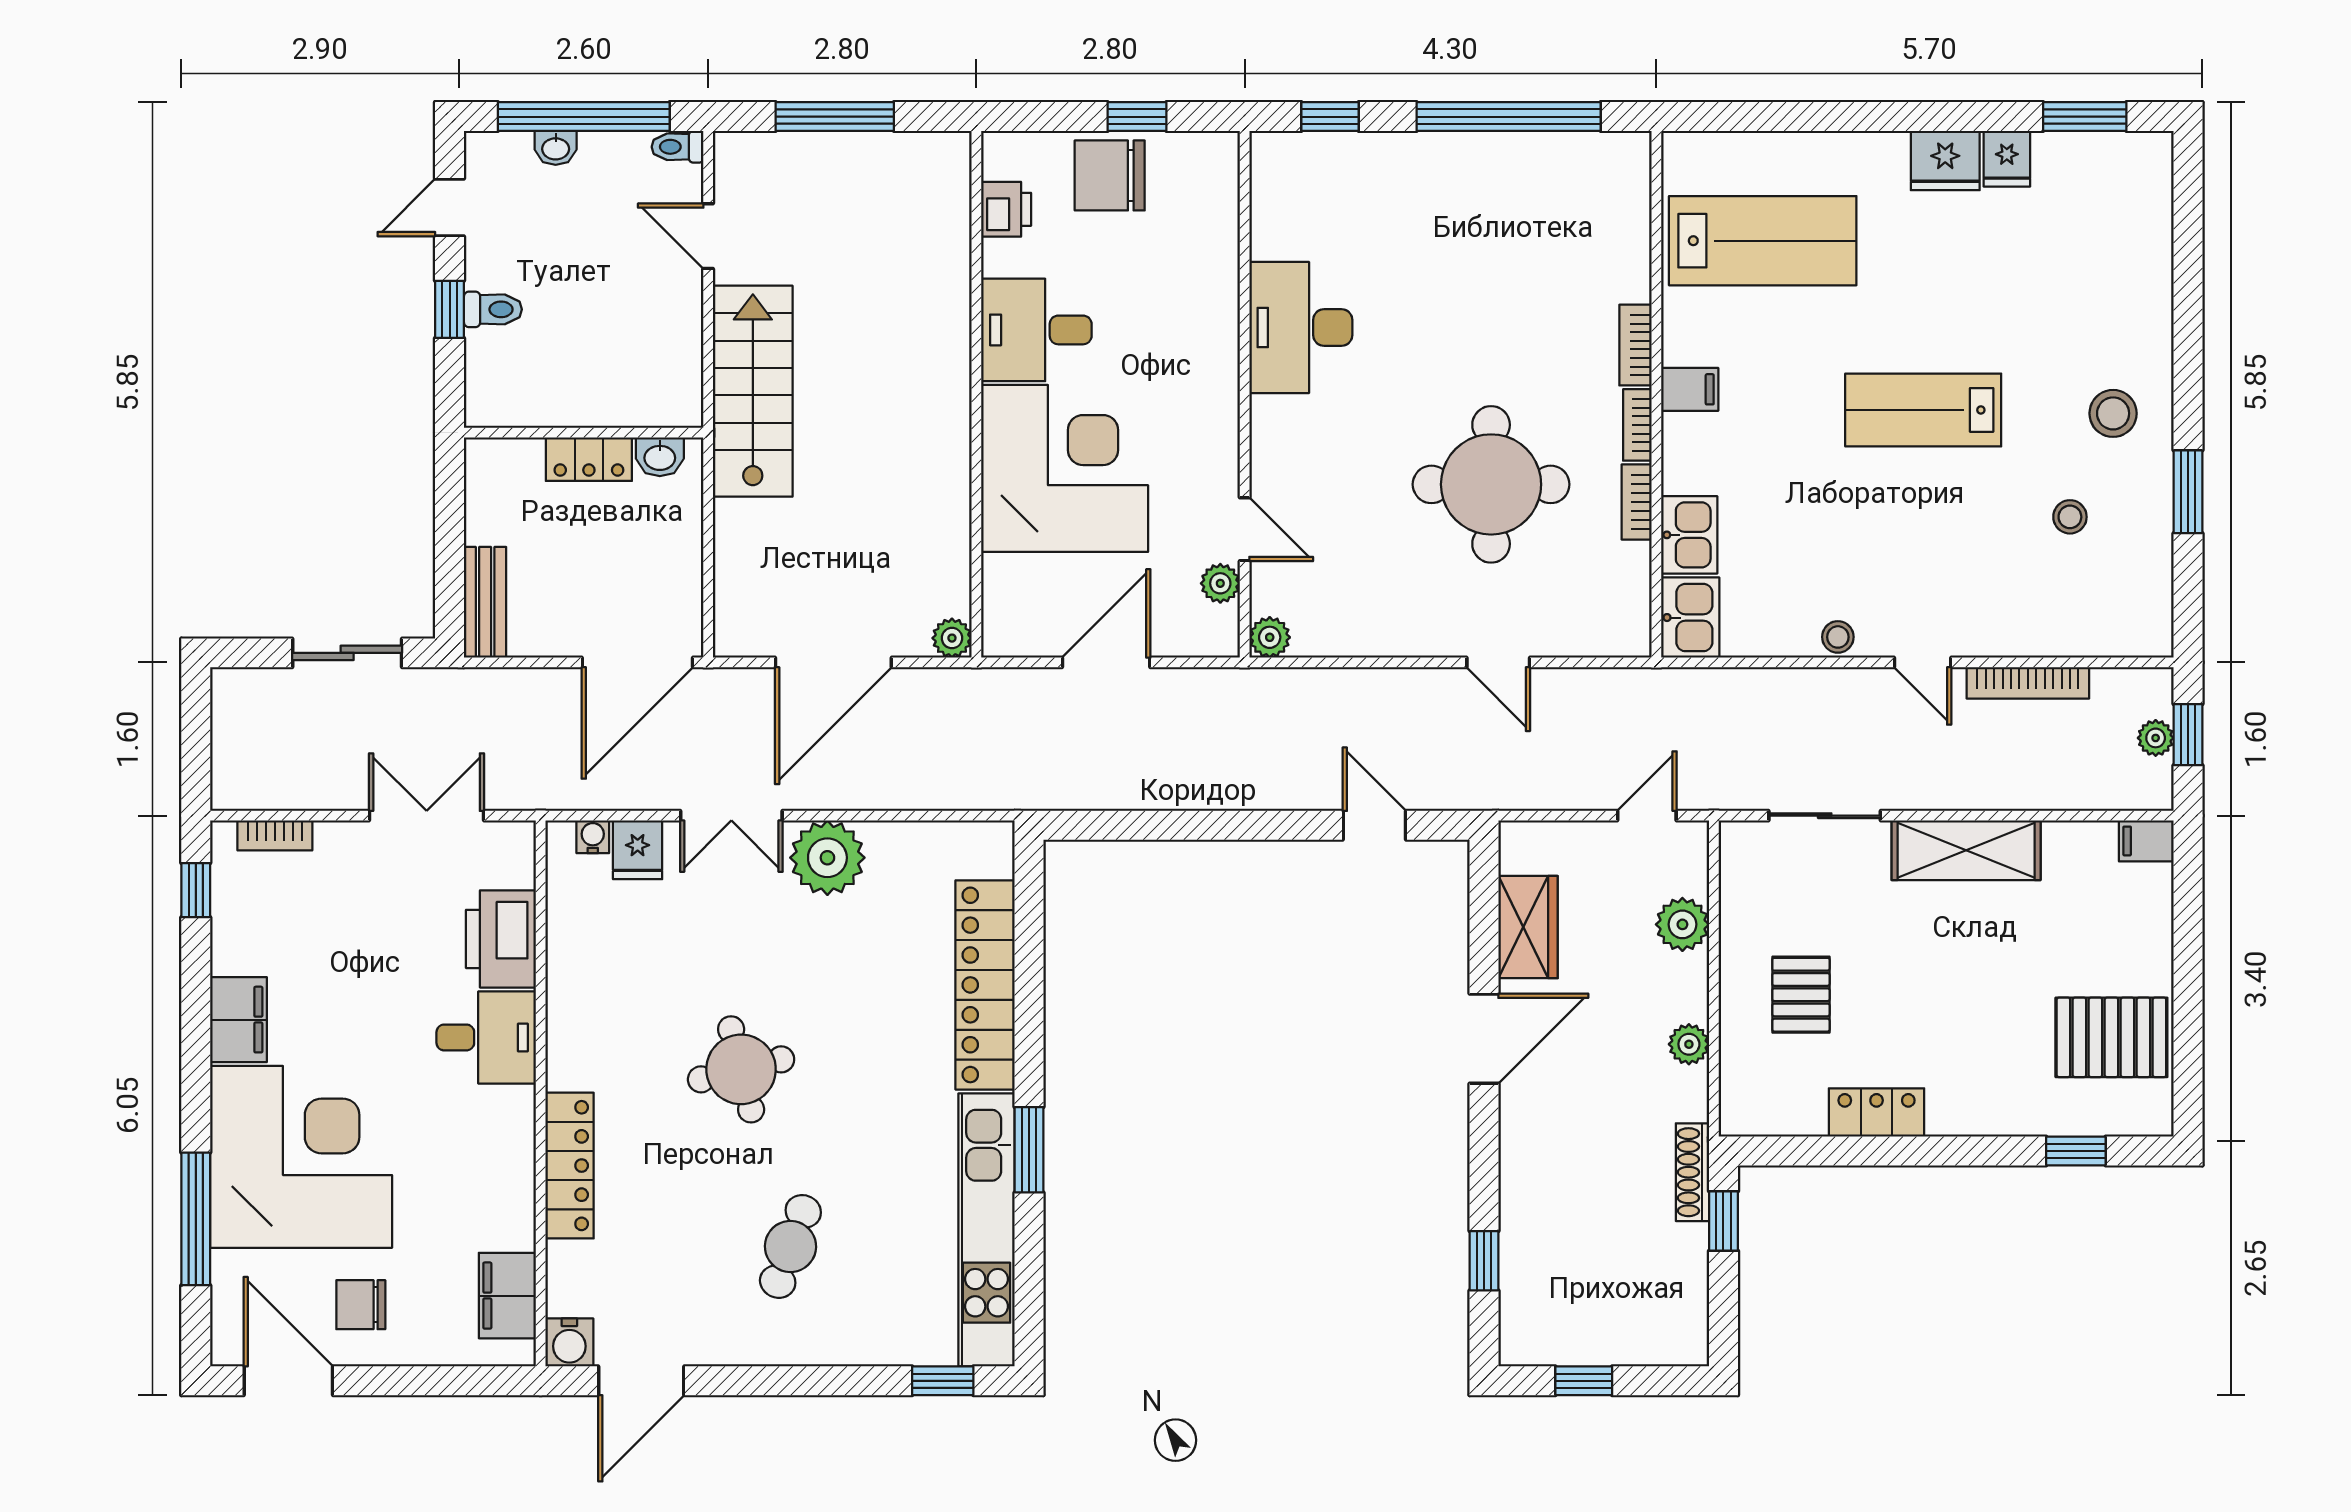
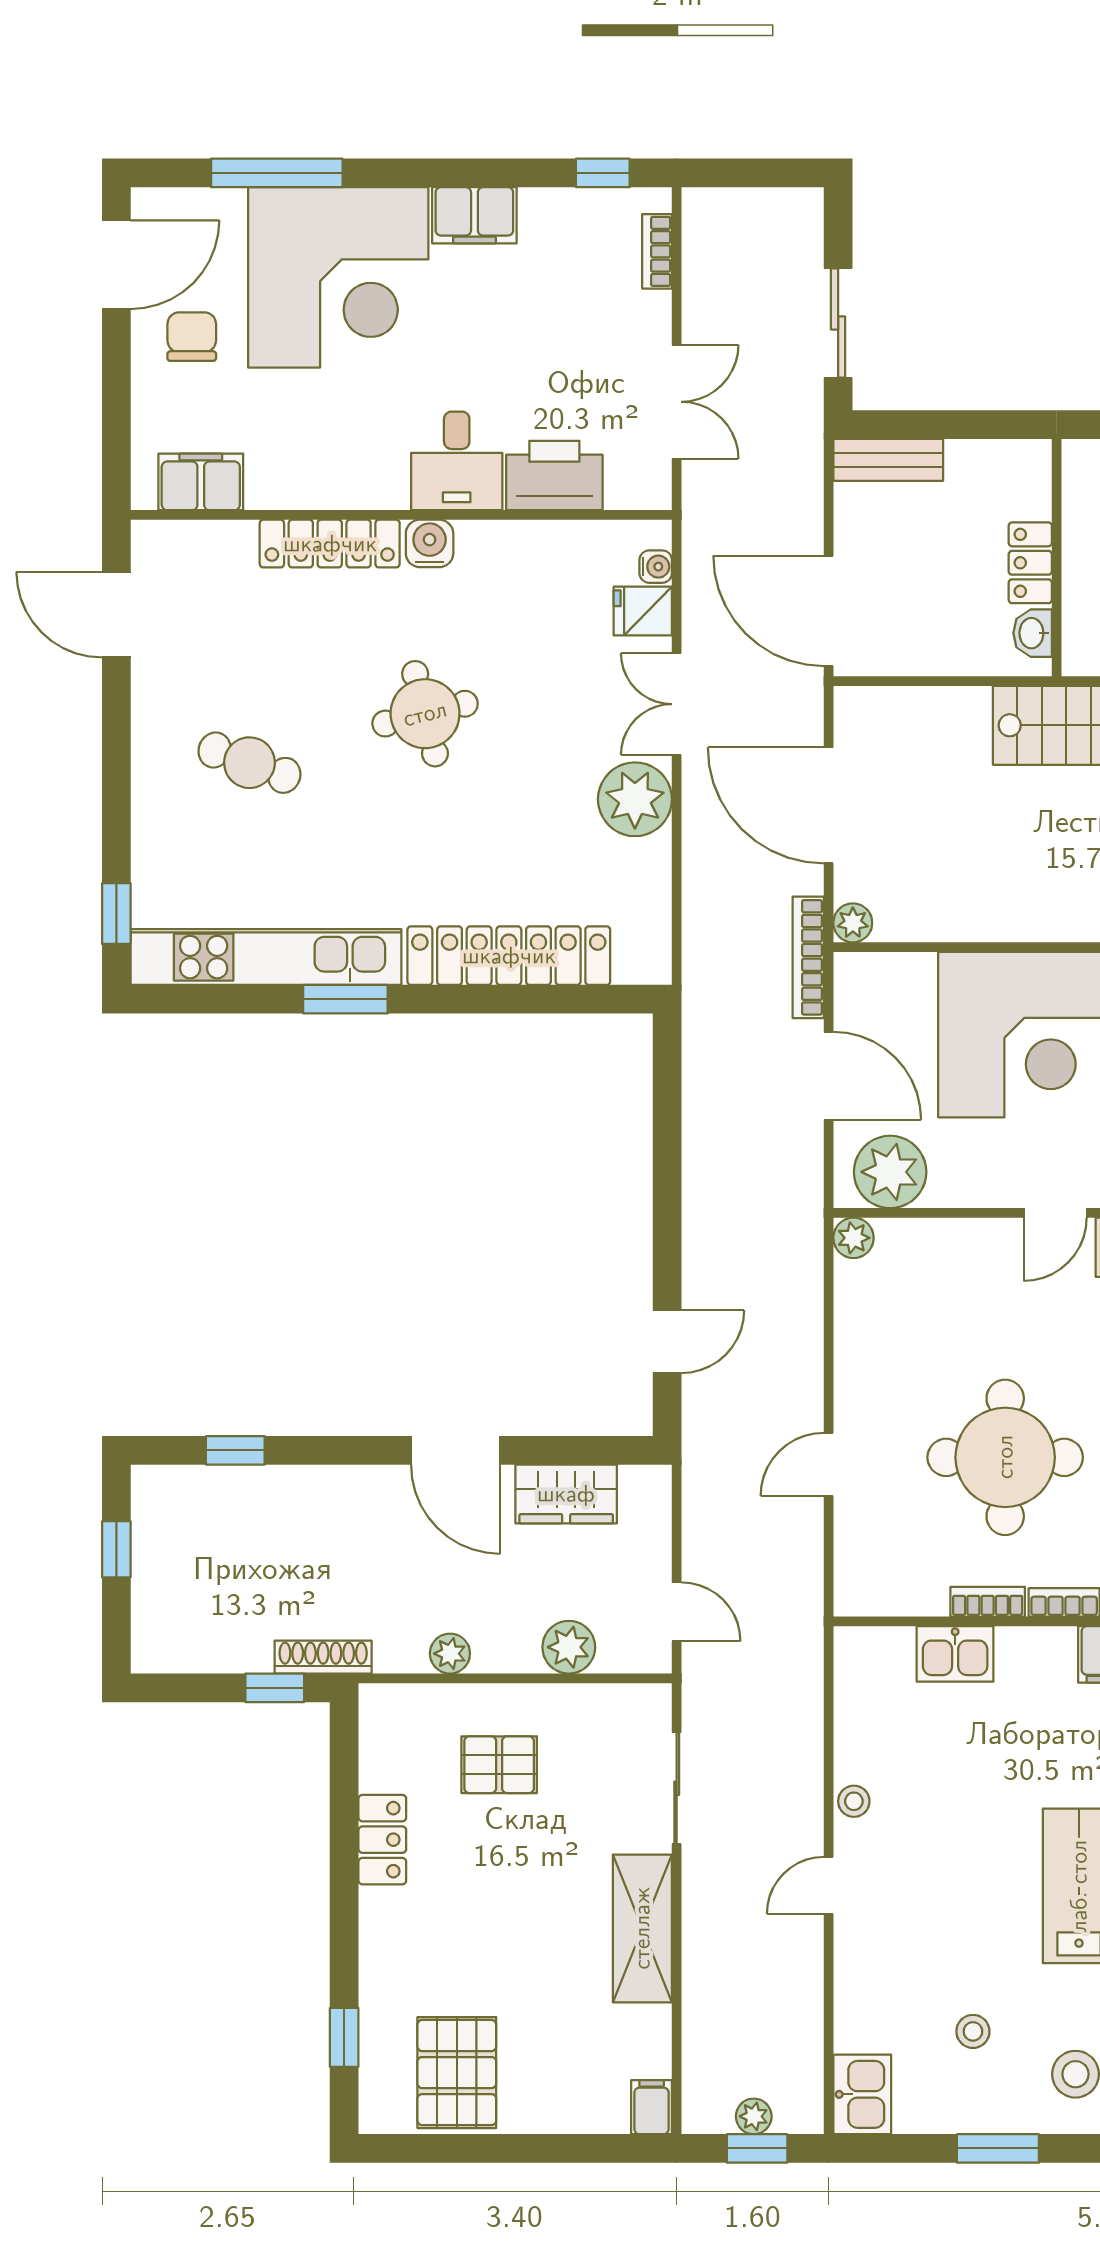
door: (1245, 529) -> (1055, 1213), moved
plant: (1220, 583) -> (890, 1172), width x1.88, depth x1.88
kitchen sink: (1690, 618) -> (862, 2094), moved, turned -90
bookcase: (2028, 683) -> (808, 957), moved
water cooler: (569, 1342) -> (430, 543), moved, turned 90

